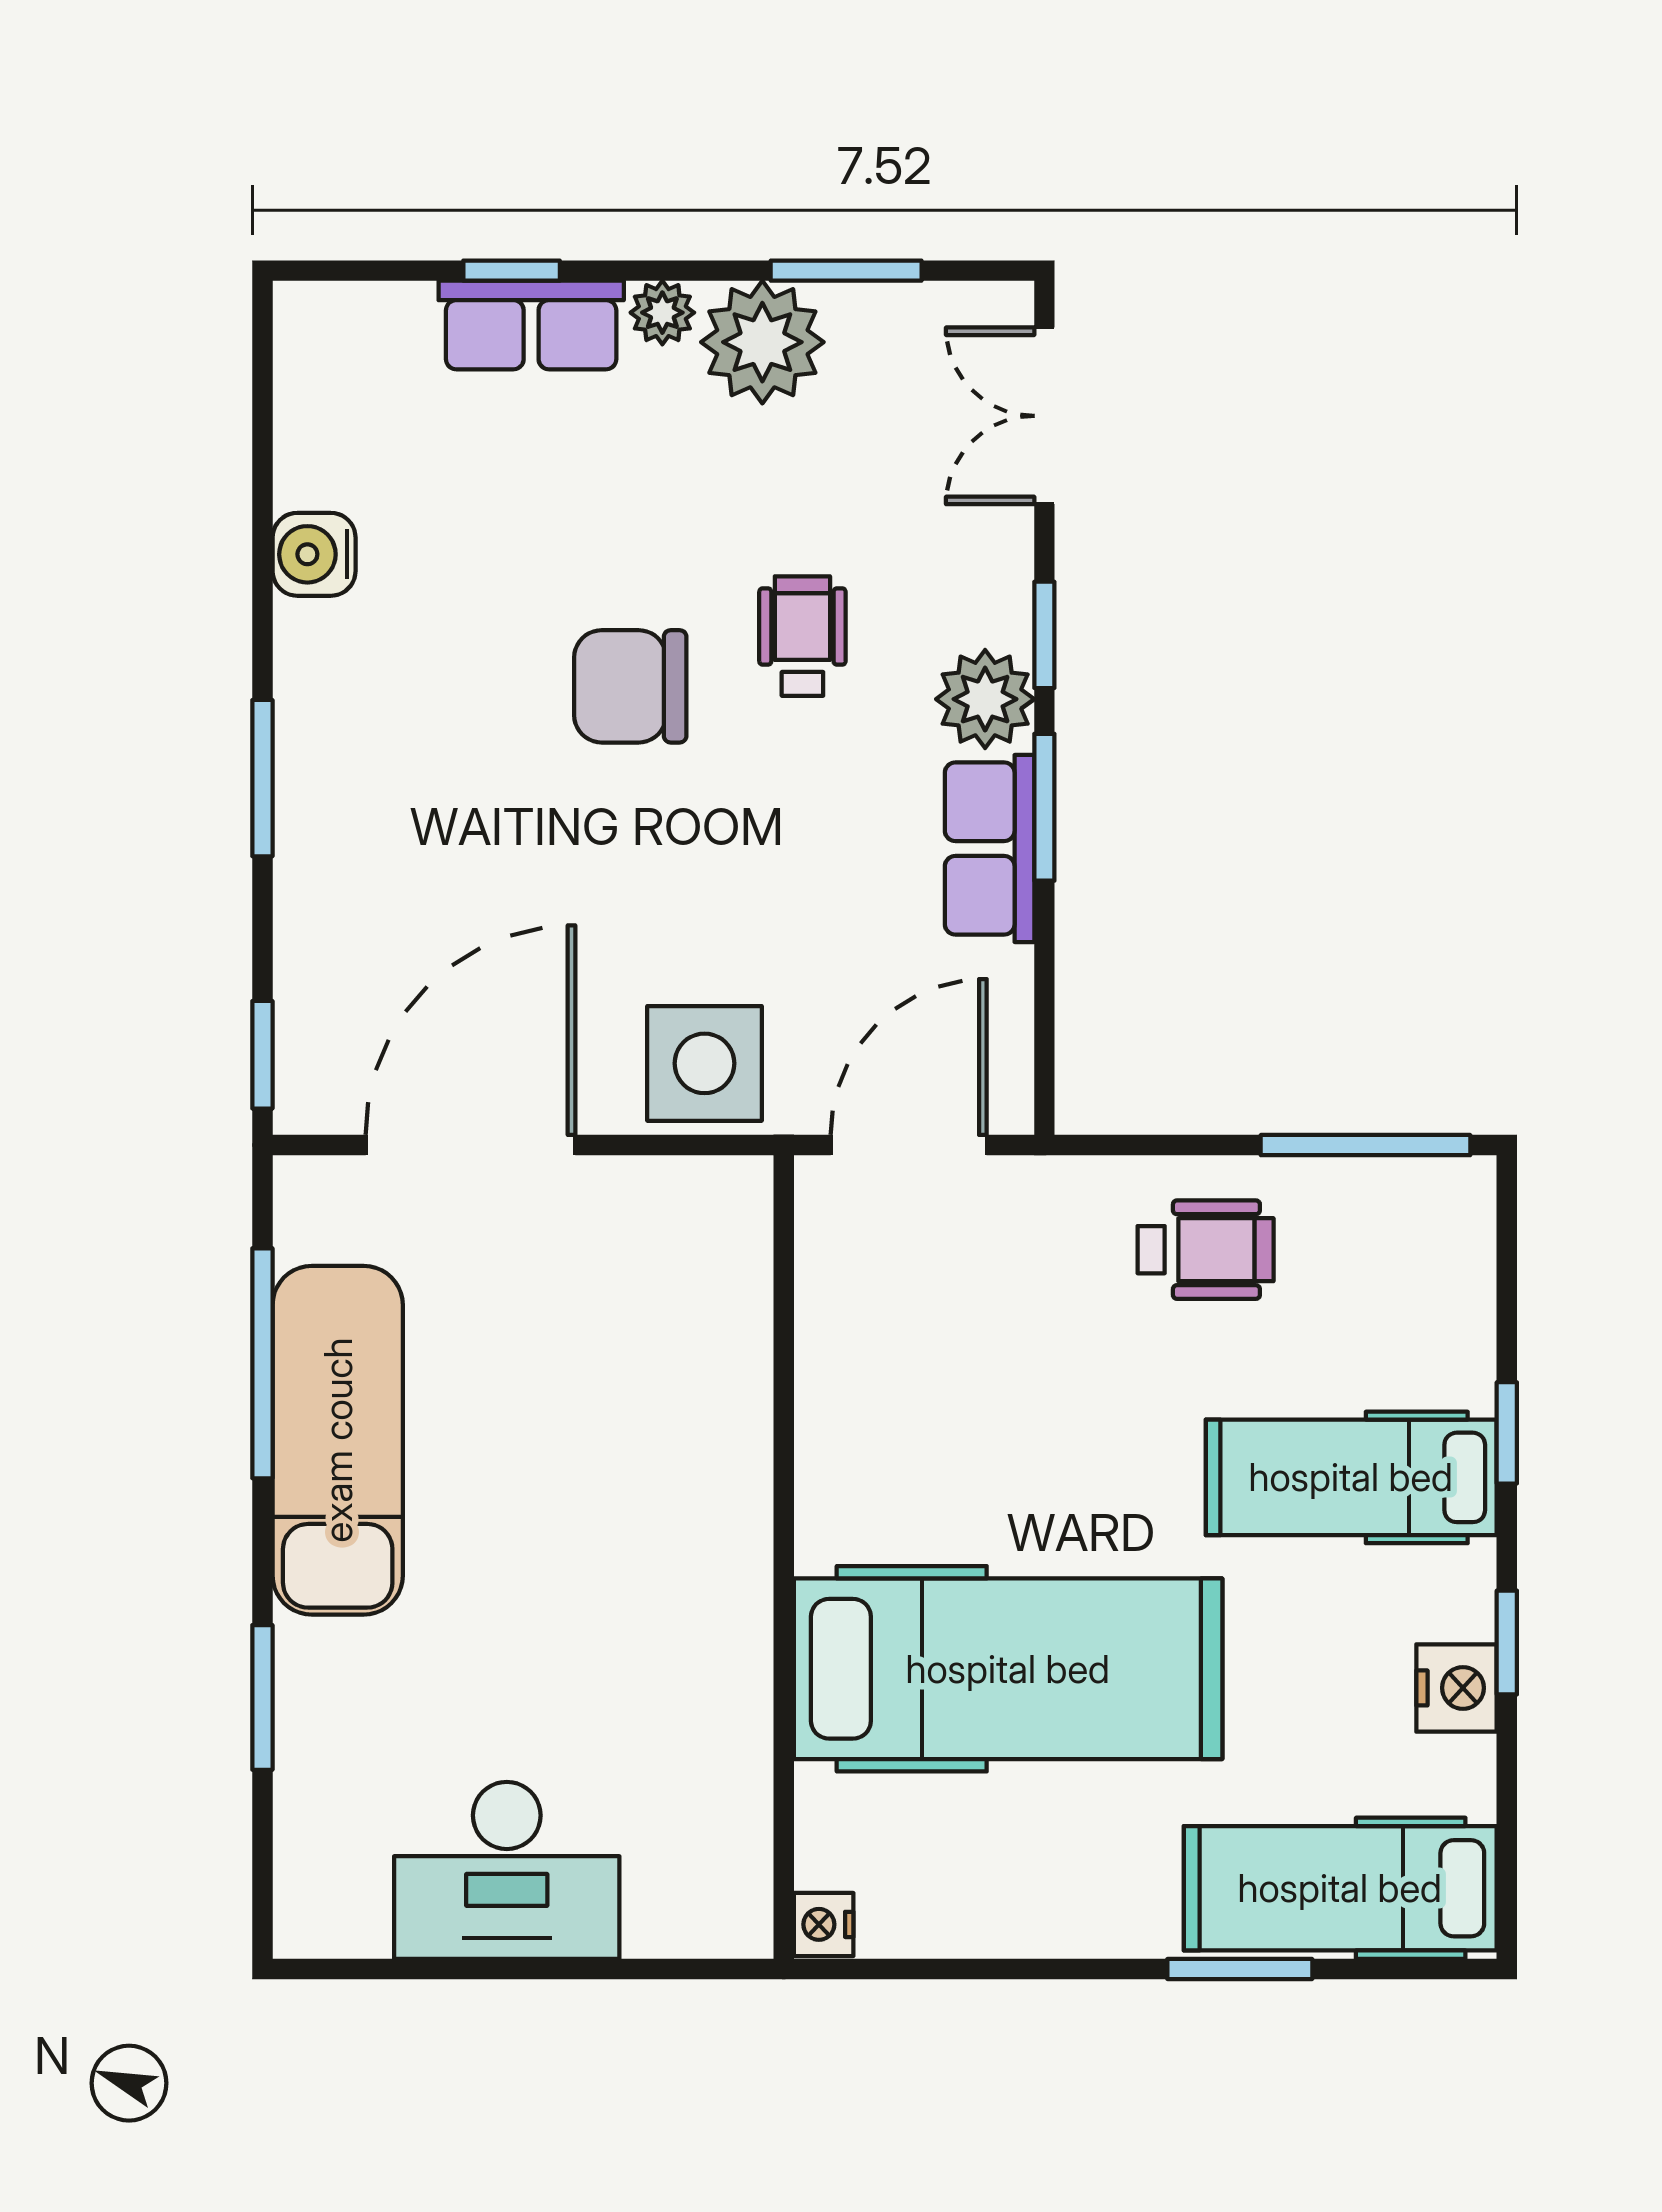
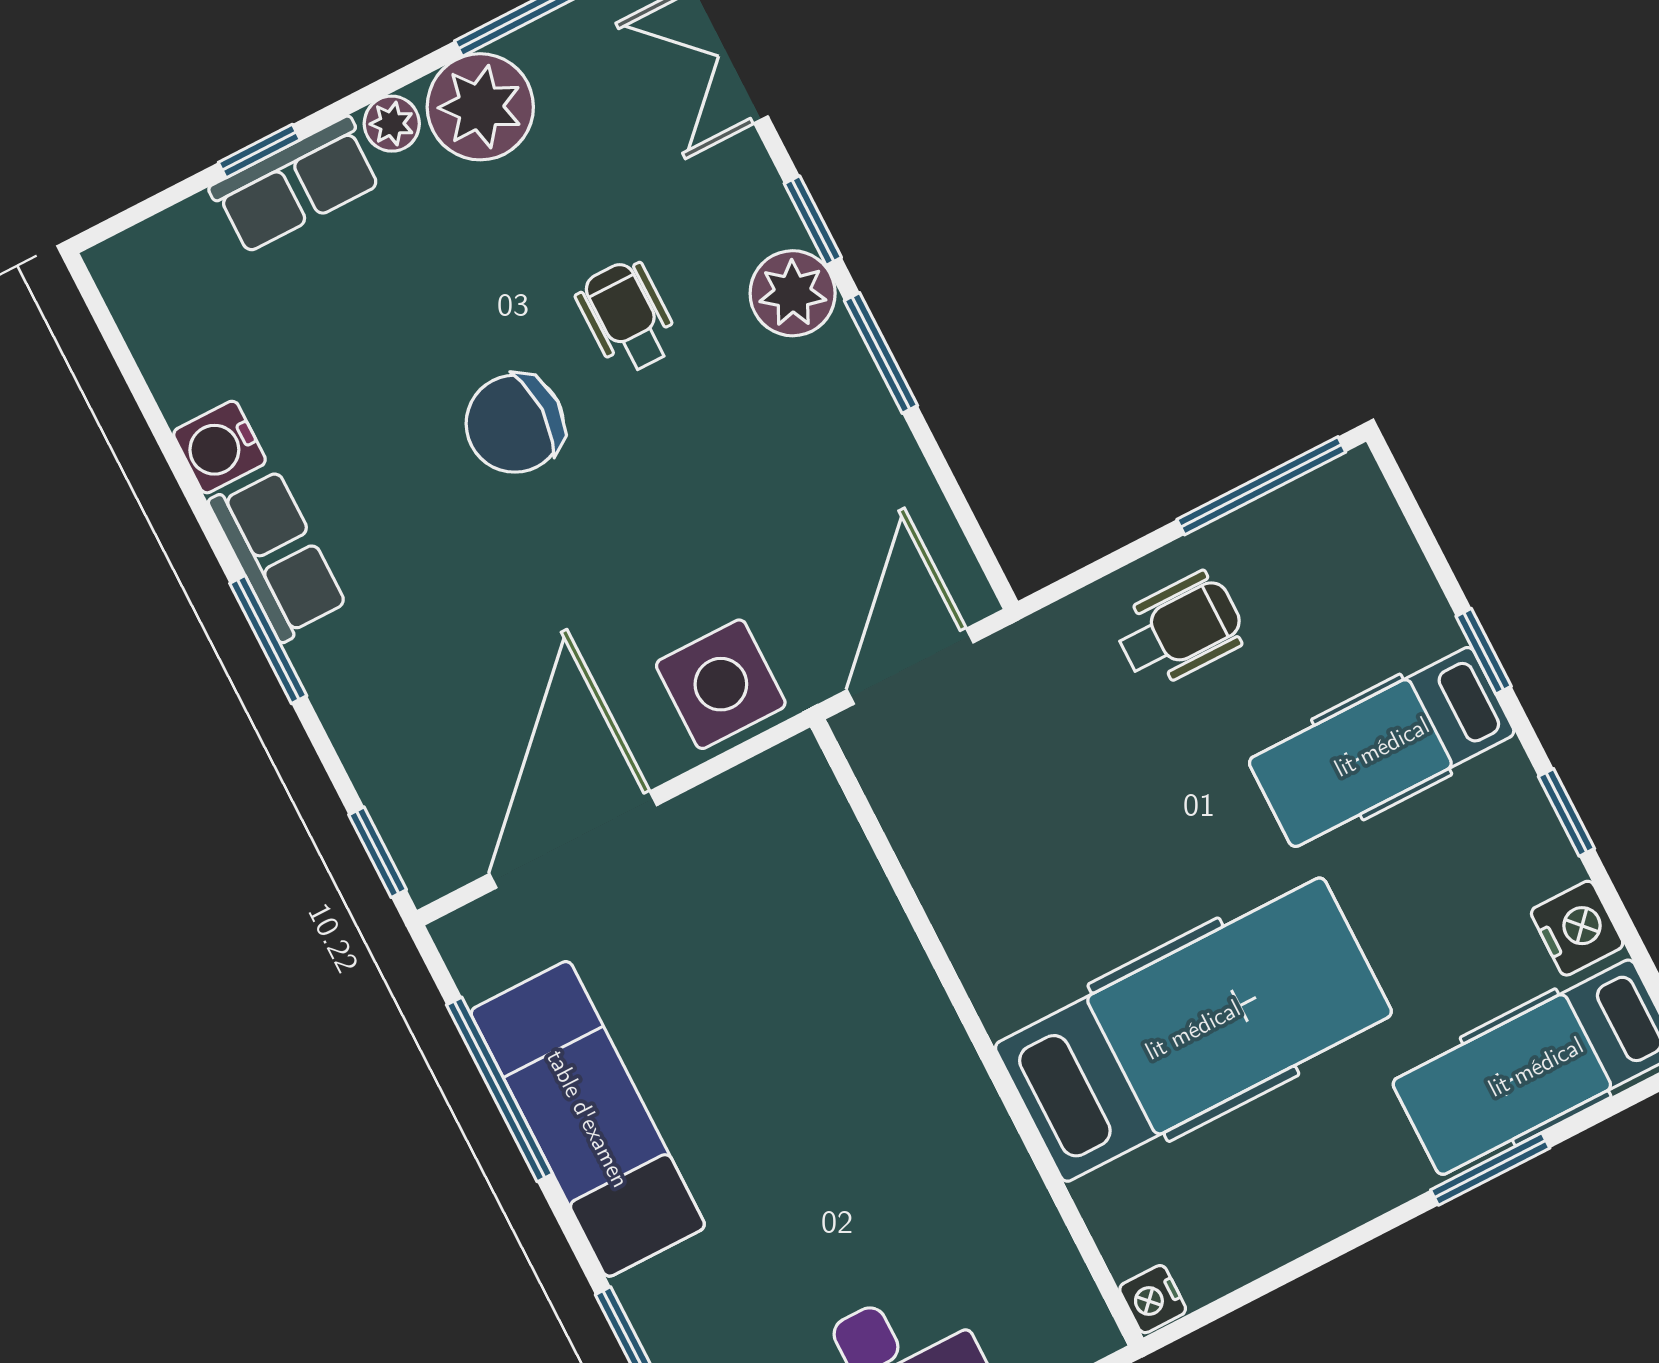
row of seats: (990, 849) -> (278, 555), moved, turned 180
nightstand: (1457, 1688) -> (1577, 928), moved

